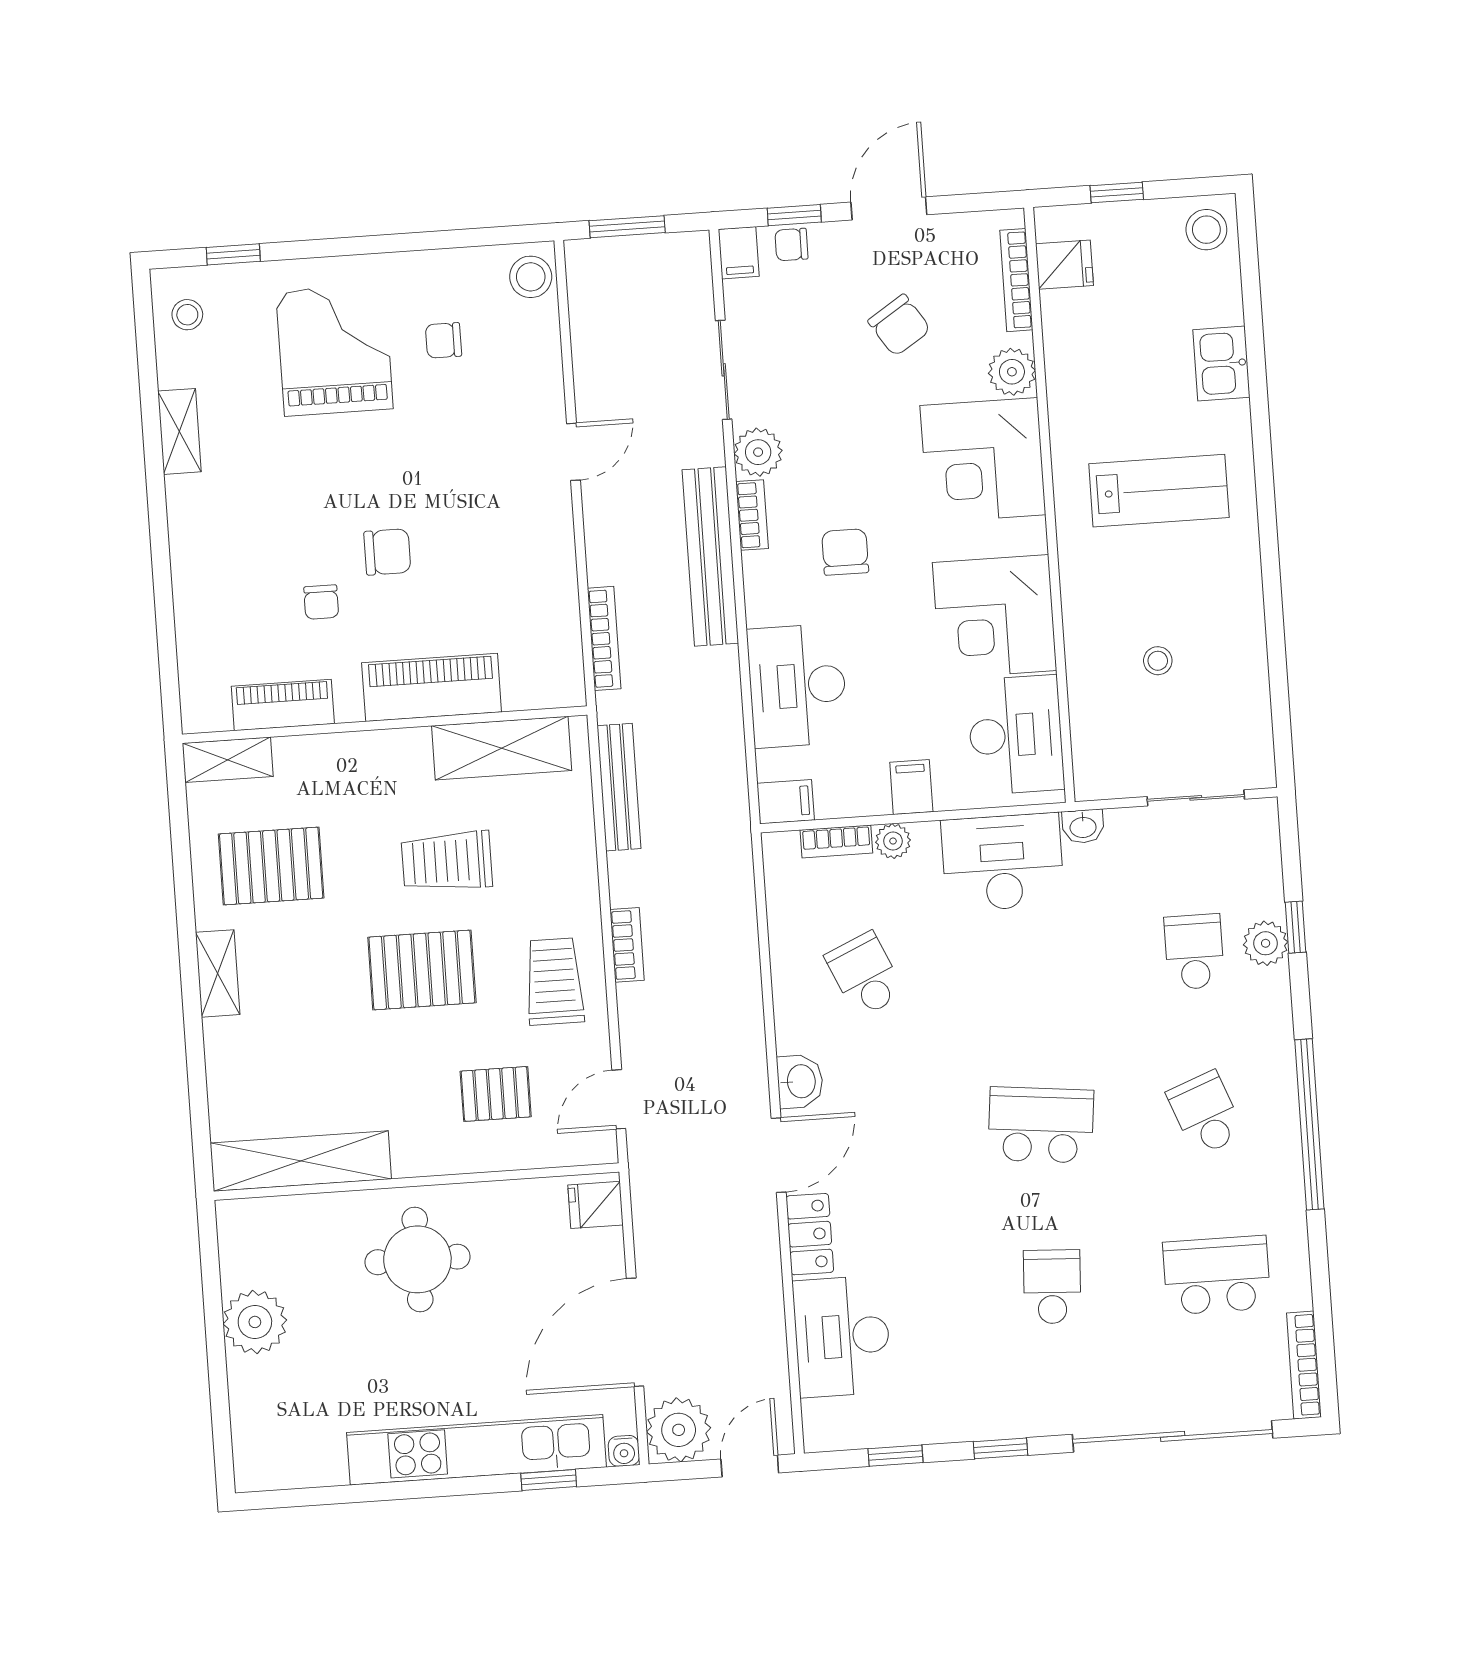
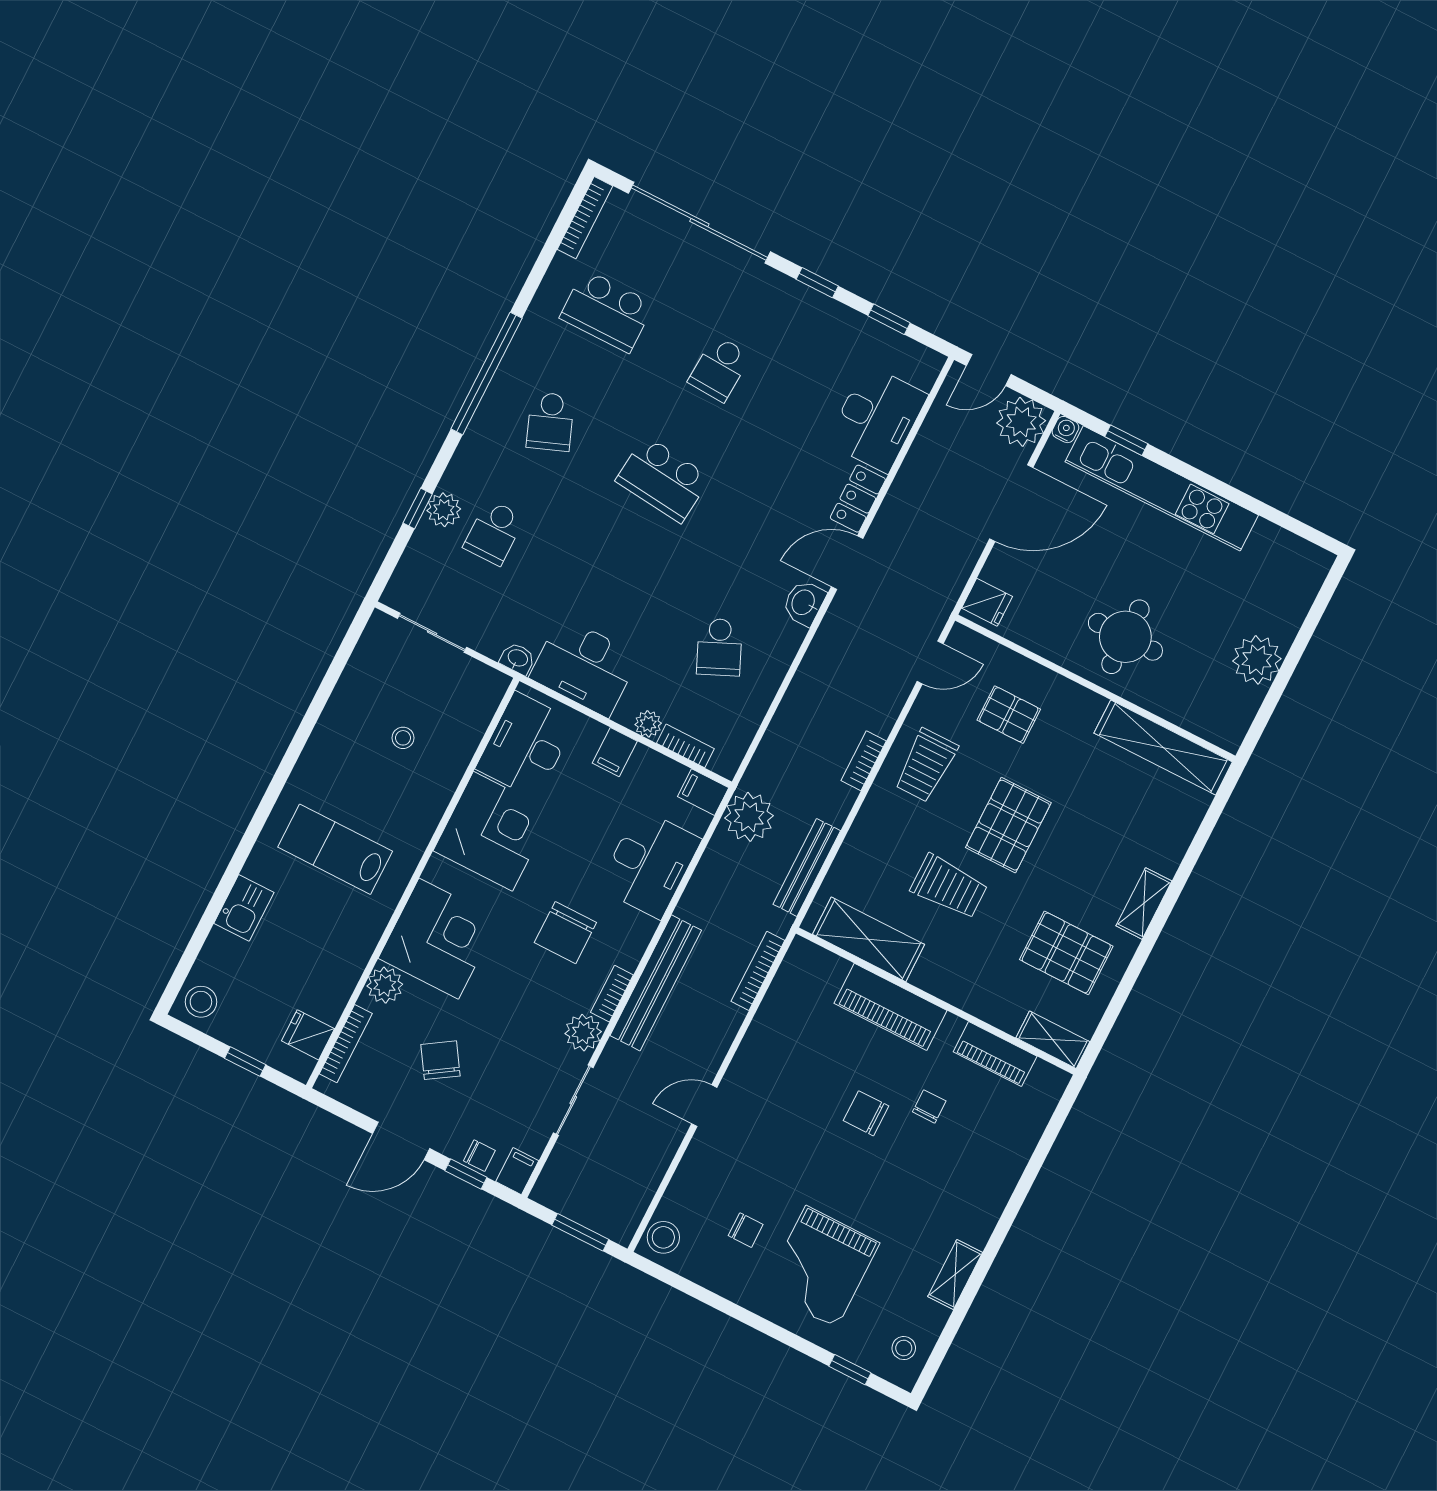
chair: (845, 552) -> (565, 933), width x1.37, depth x1.37
plant: (718, 805) -> (749, 817), added
pallet: (422, 970) -> (1008, 825), turned 90

